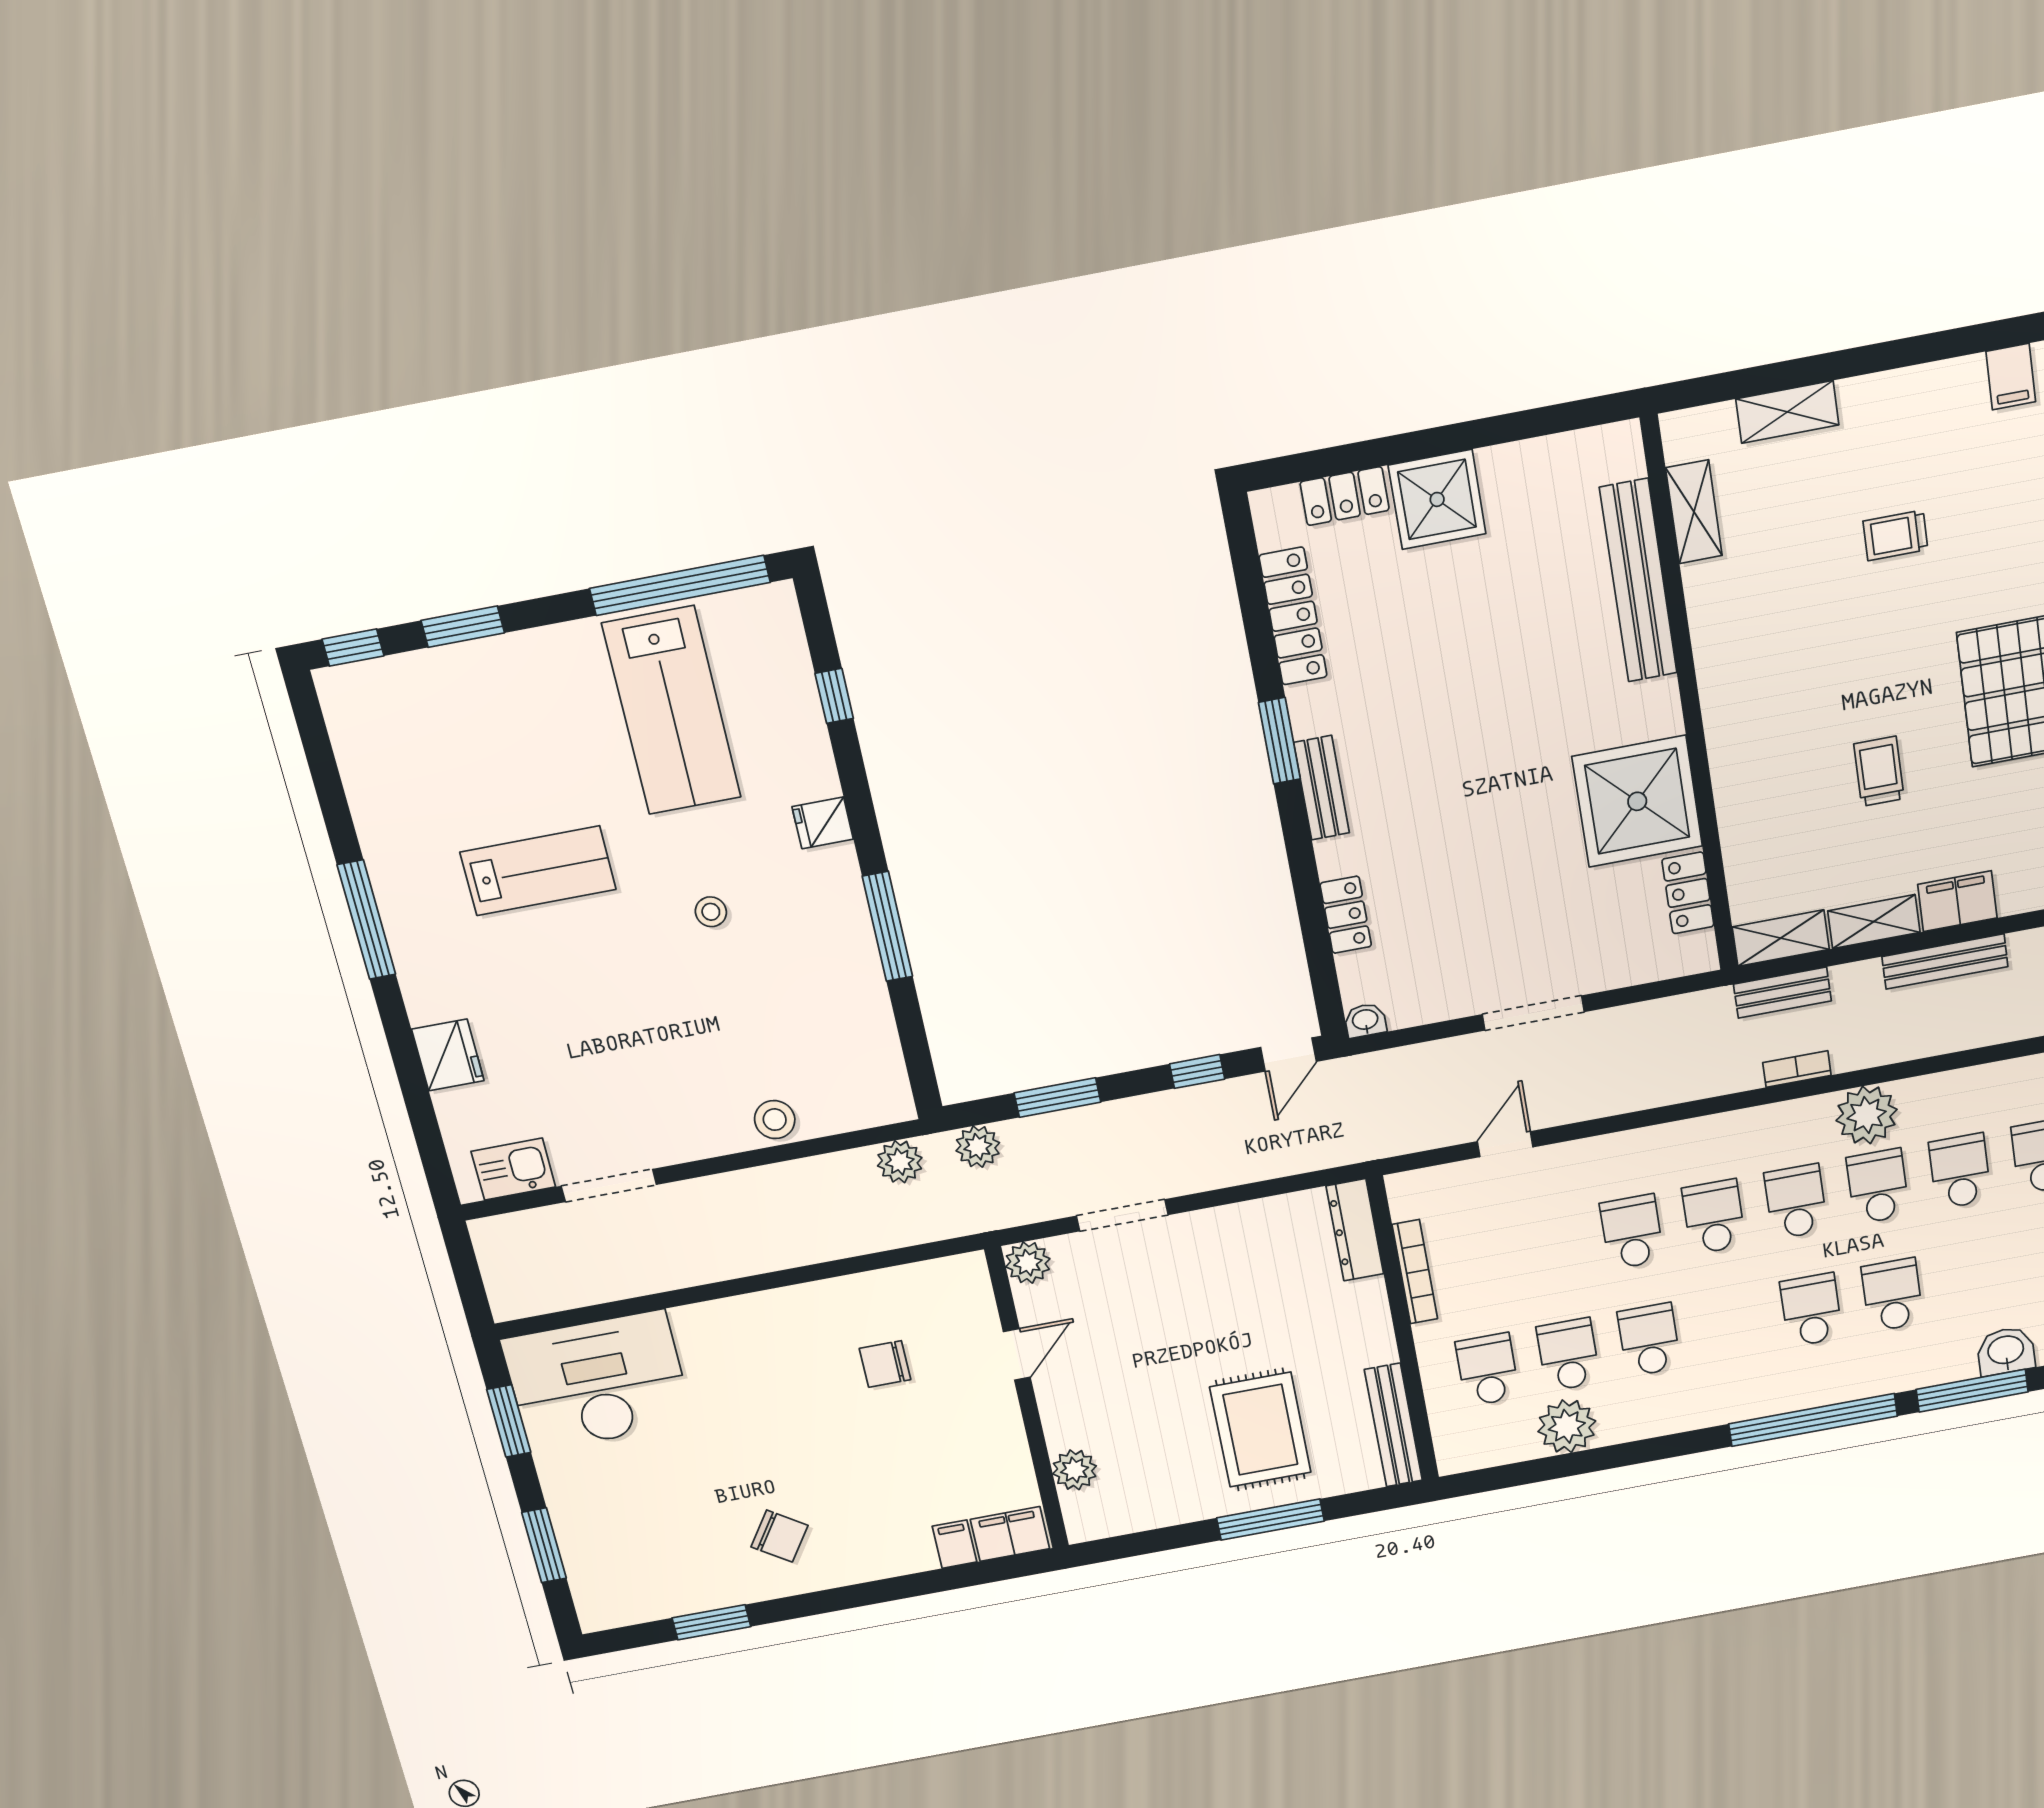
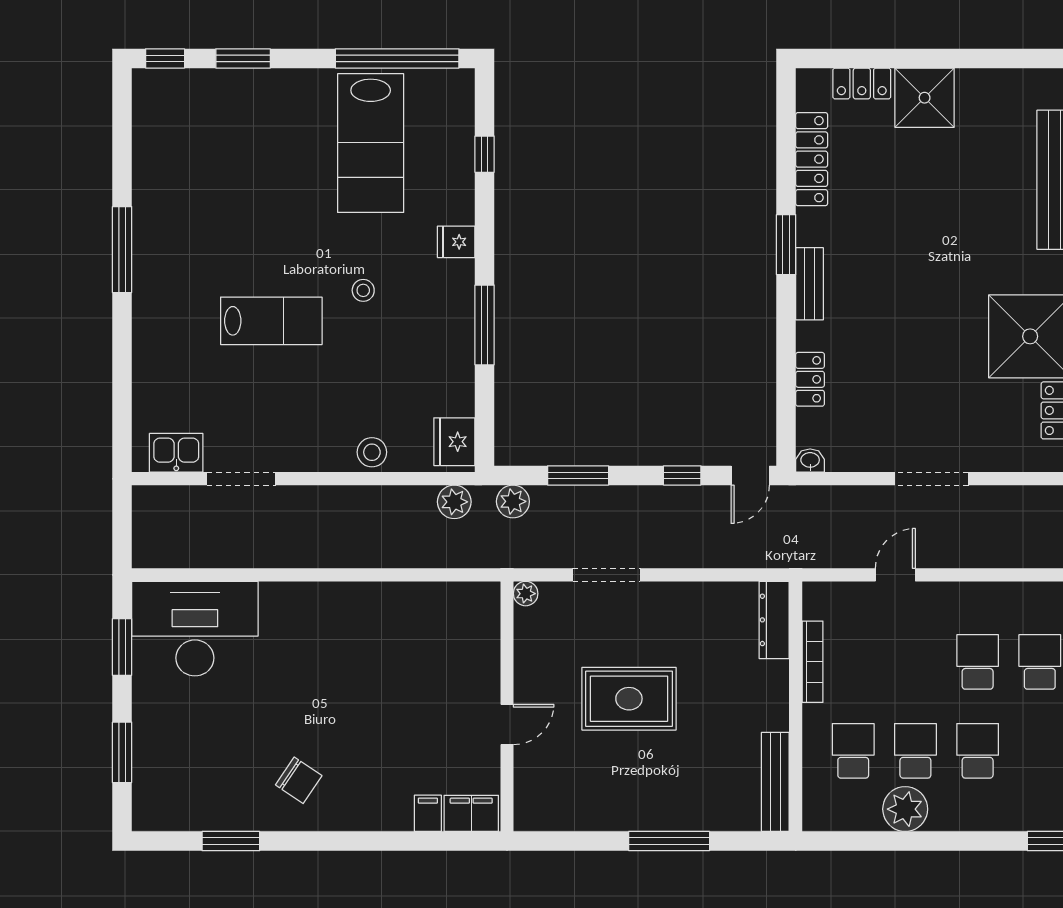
lab bench: (538, 871) -> (271, 321), moved
fridge: (448, 1055) -> (454, 442), moved, turned 180
plant: (1028, 1263) -> (526, 594), width x0.73, depth x0.73
door: (1017, 1354) -> (507, 724), moved
chair: (885, 1364) -> (409, 657), removed
rug: (1260, 1430) -> (629, 699), moved, turned 90
plant: (1075, 1470) -> (530, 771), removed

